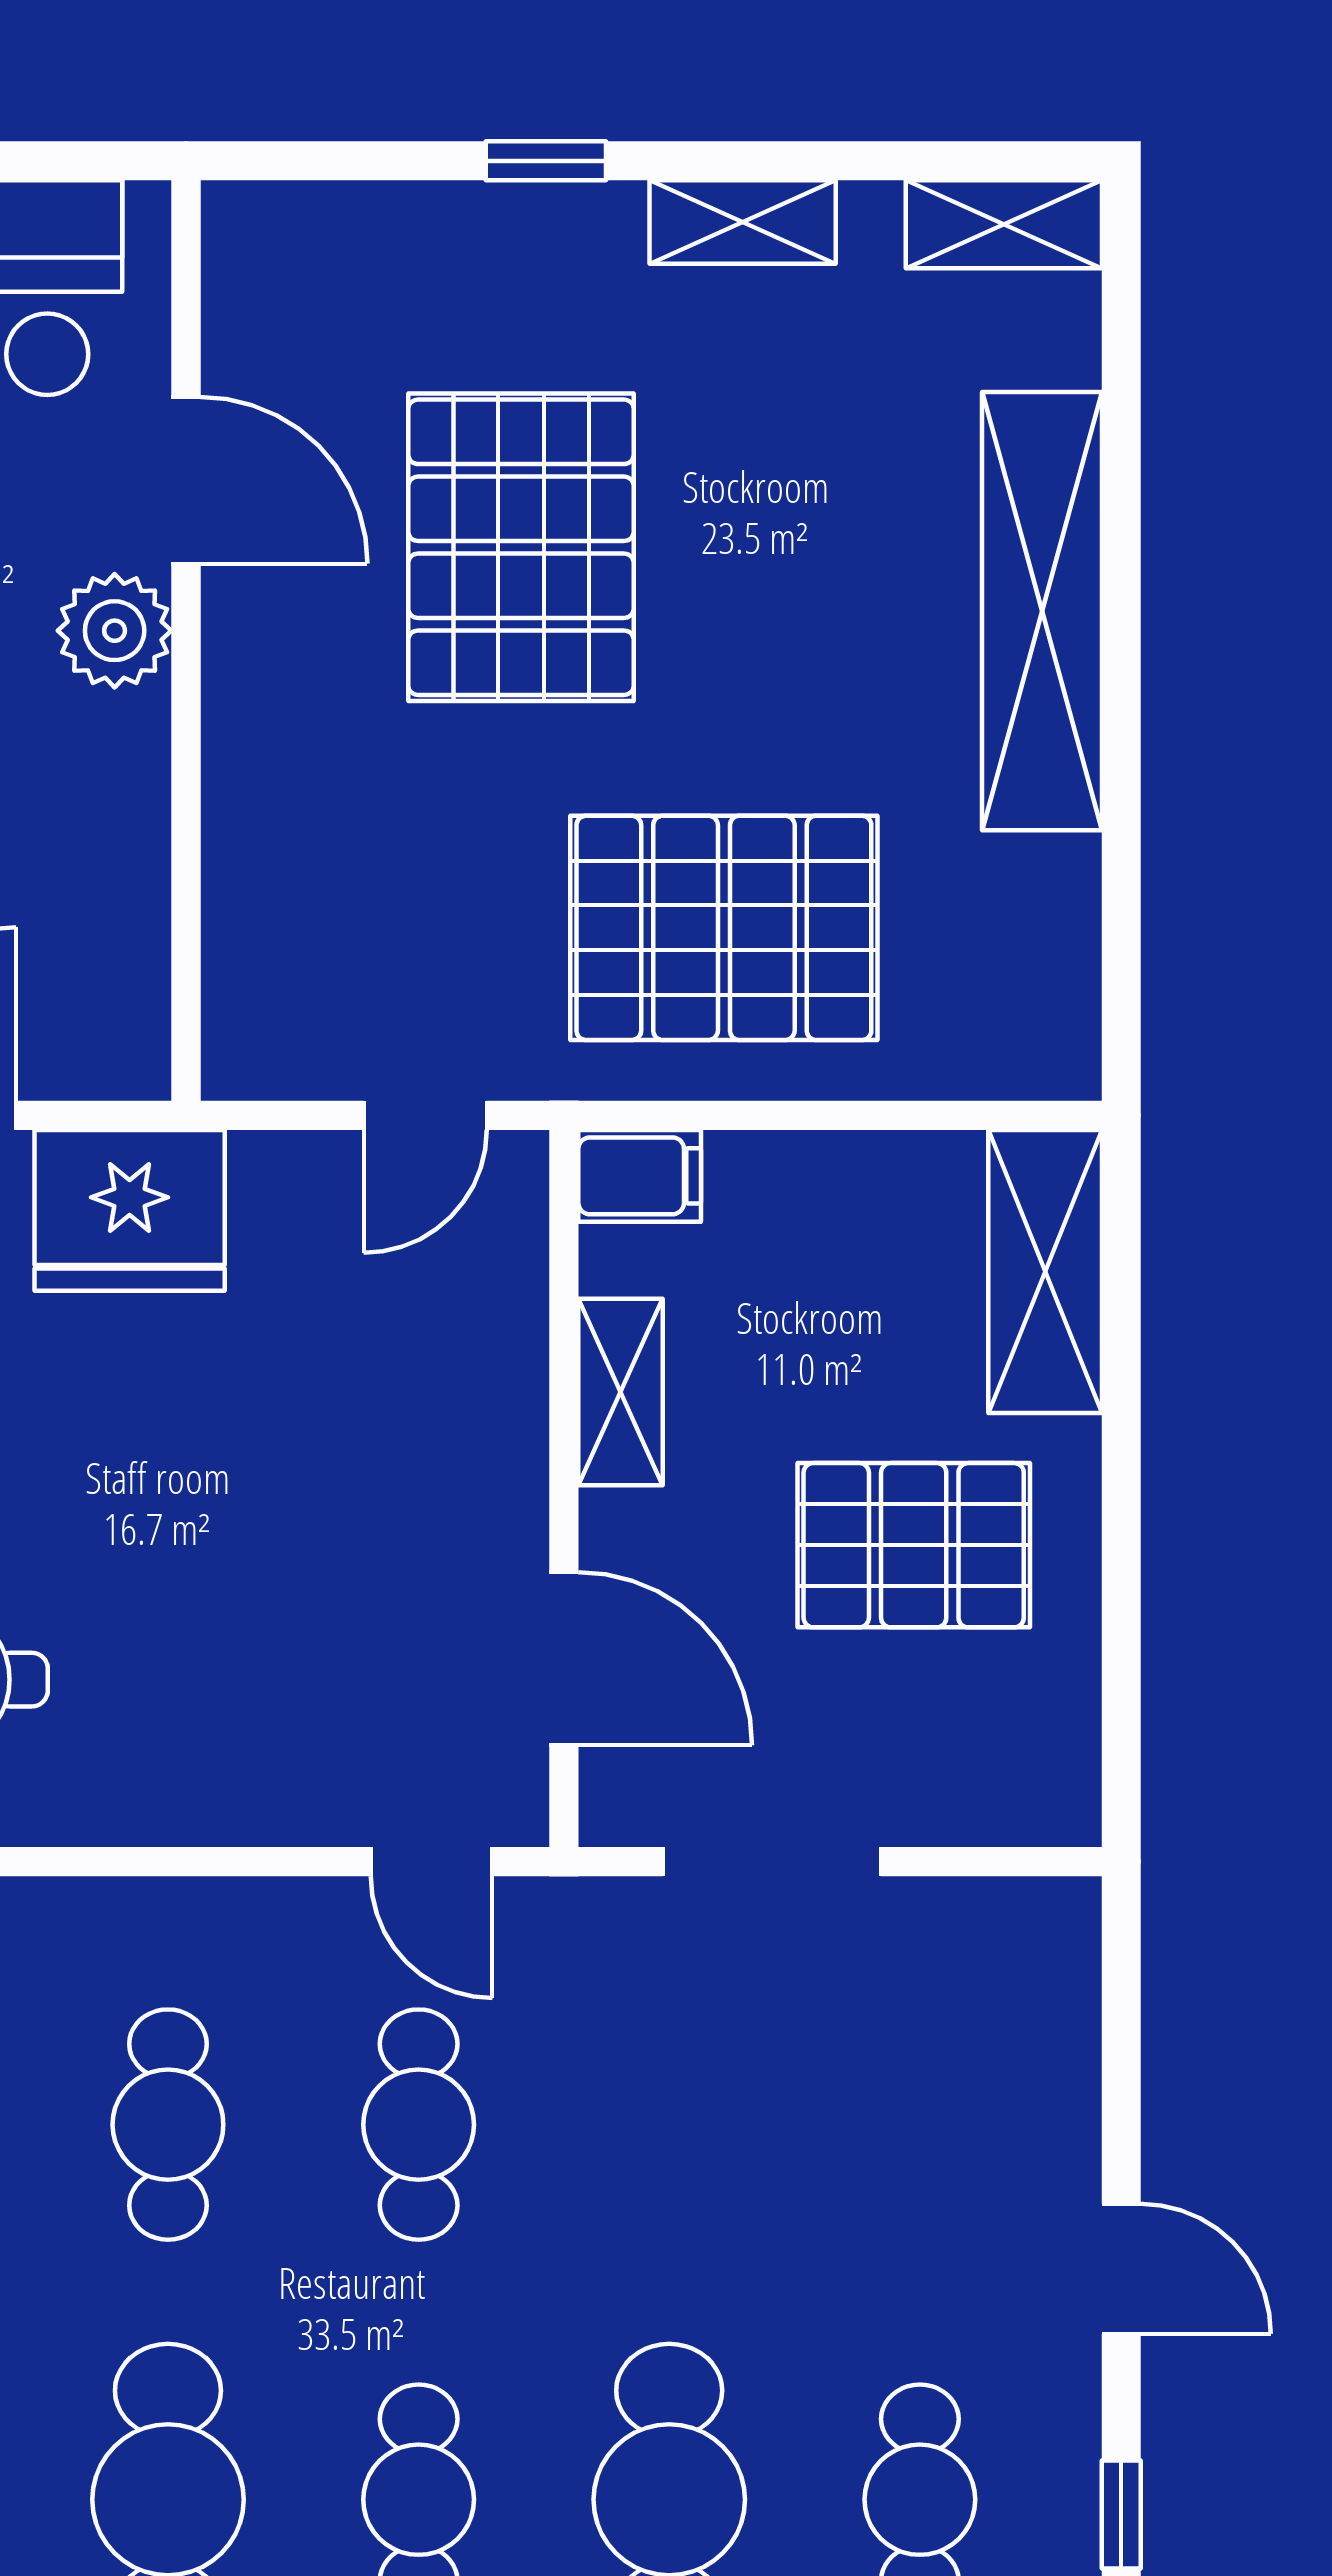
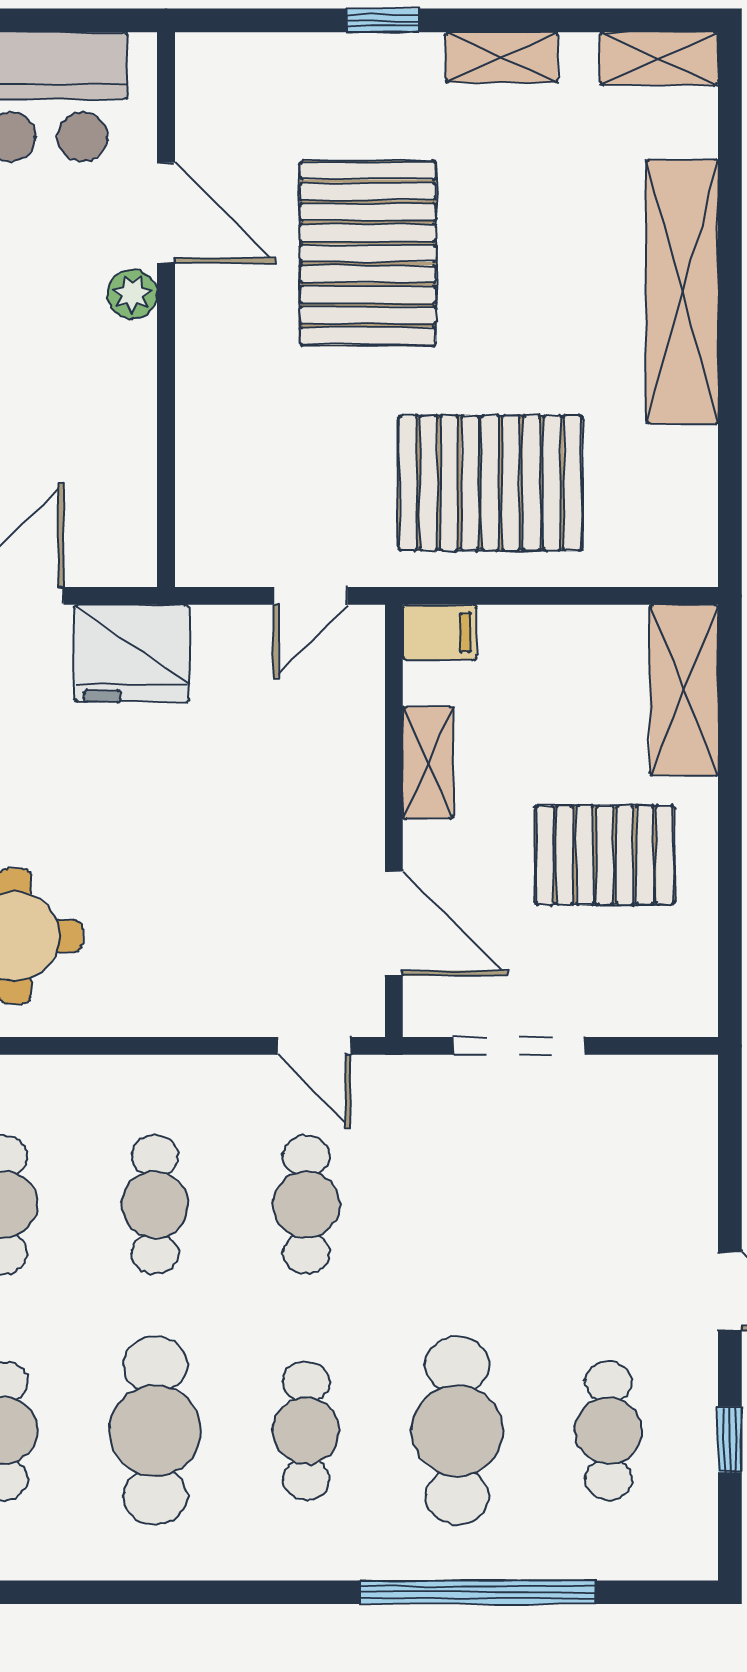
plant: (115, 631) -> (132, 294), width x0.73, depth x0.73

